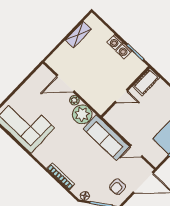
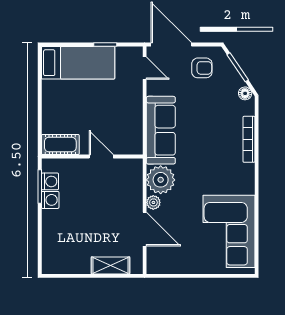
shelving: (78, 35) -> (110, 265), moved
washing machine: (115, 42) -> (50, 181), moved
door: (136, 151) -> (145, 68), moved

